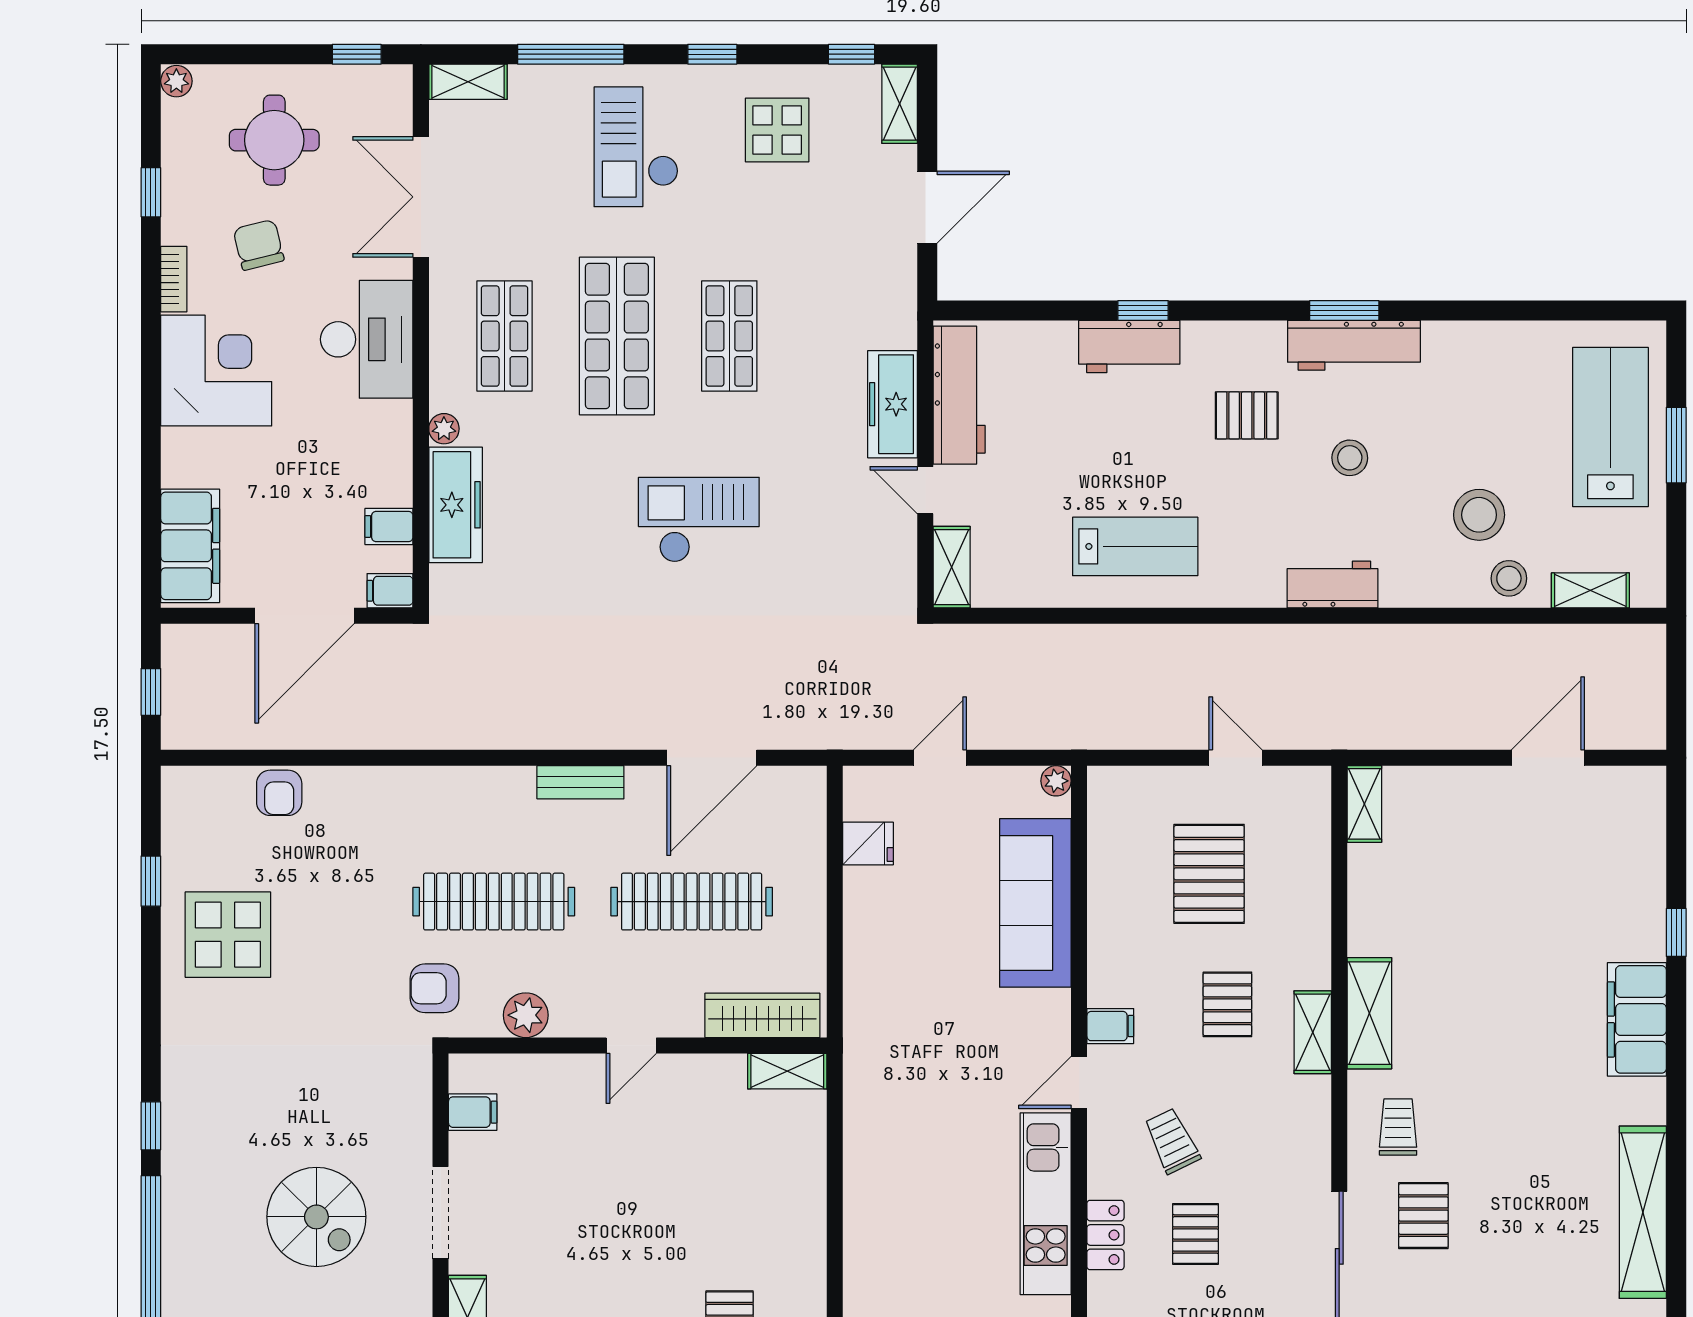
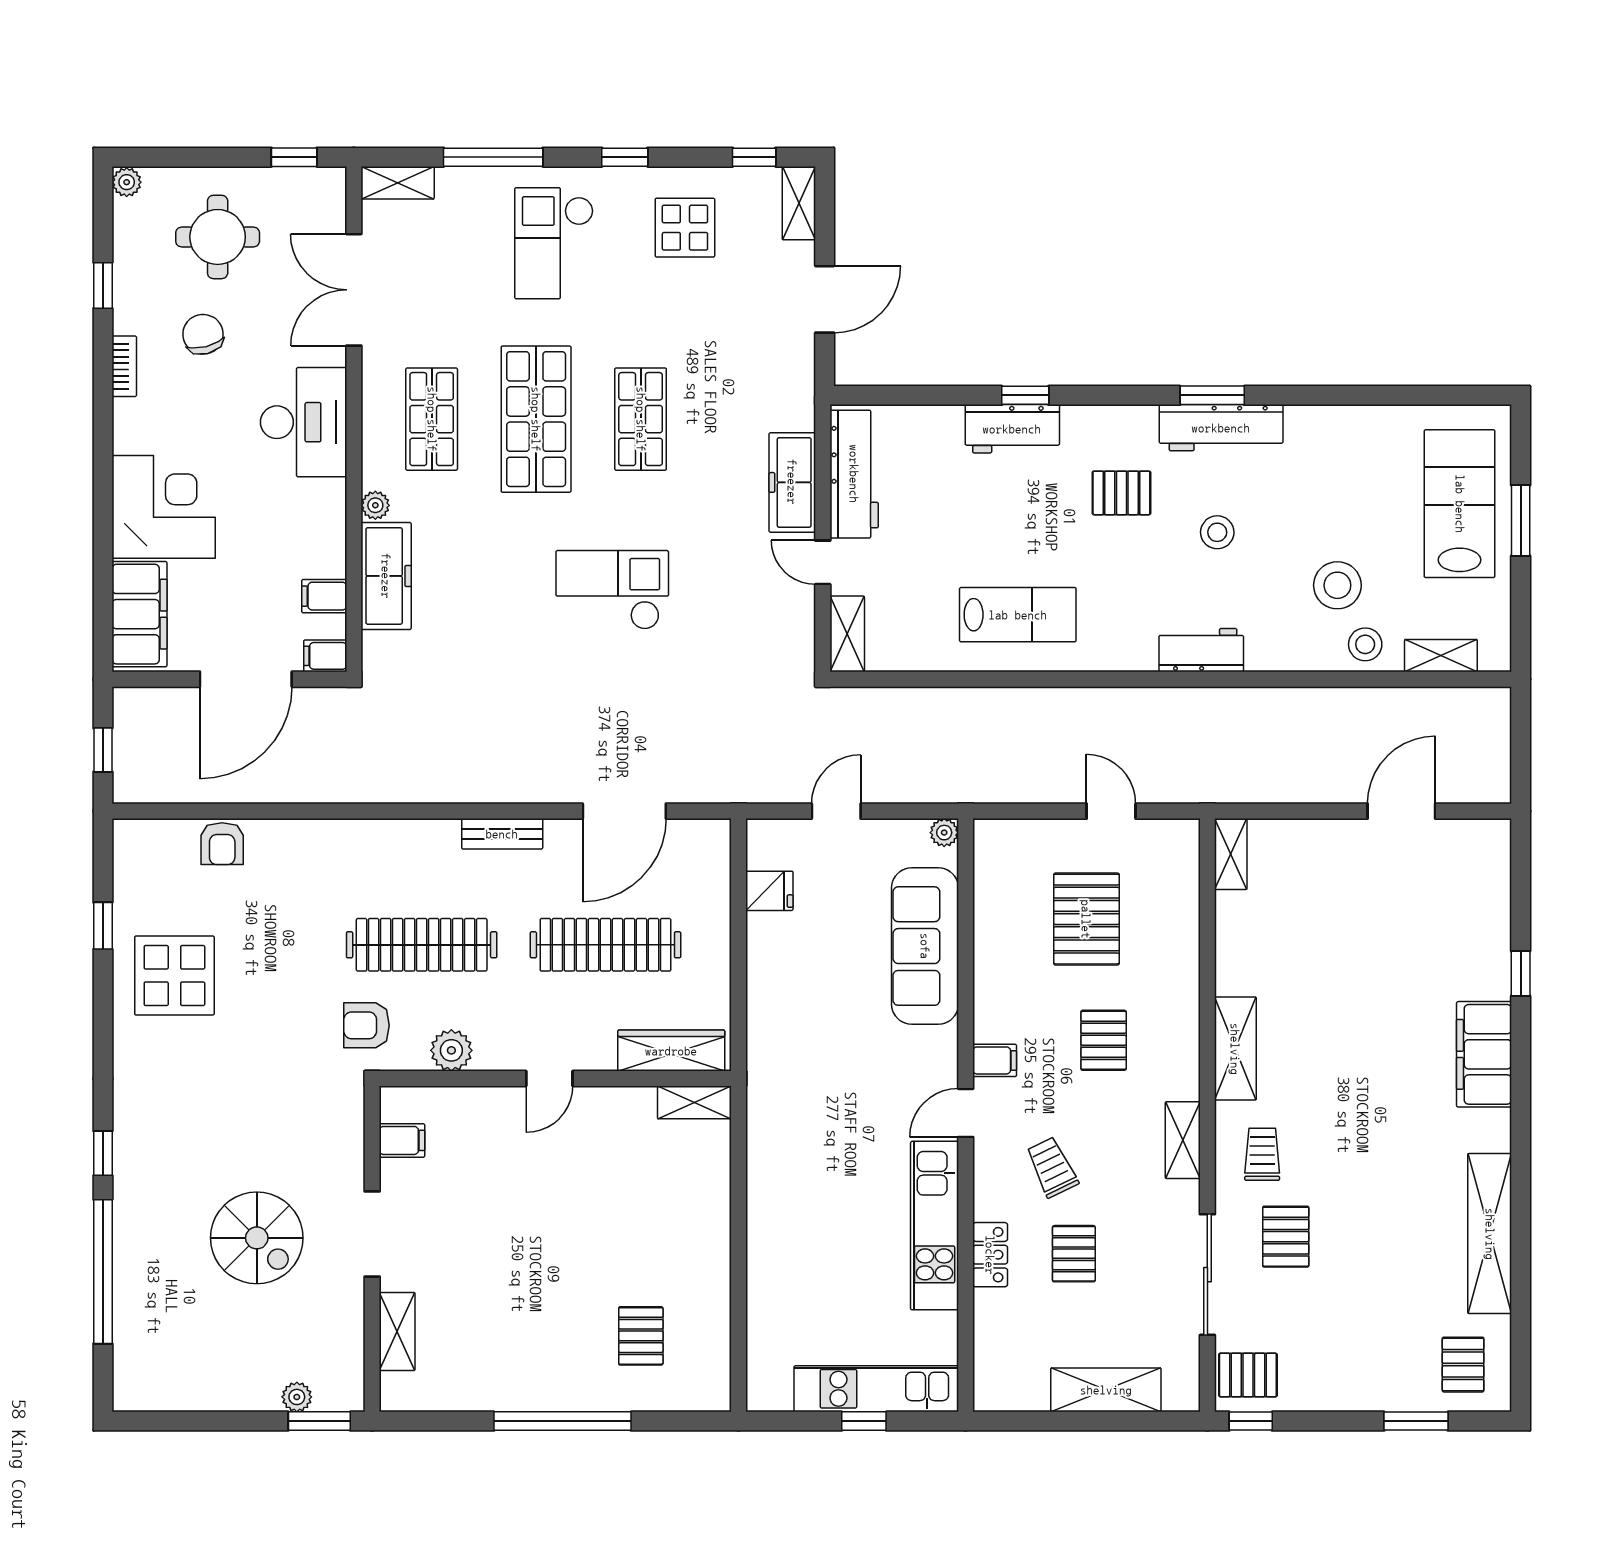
corner desk: (216, 370) -> (164, 507), moved
shelving: (1313, 1032) -> (1183, 1140), moved

